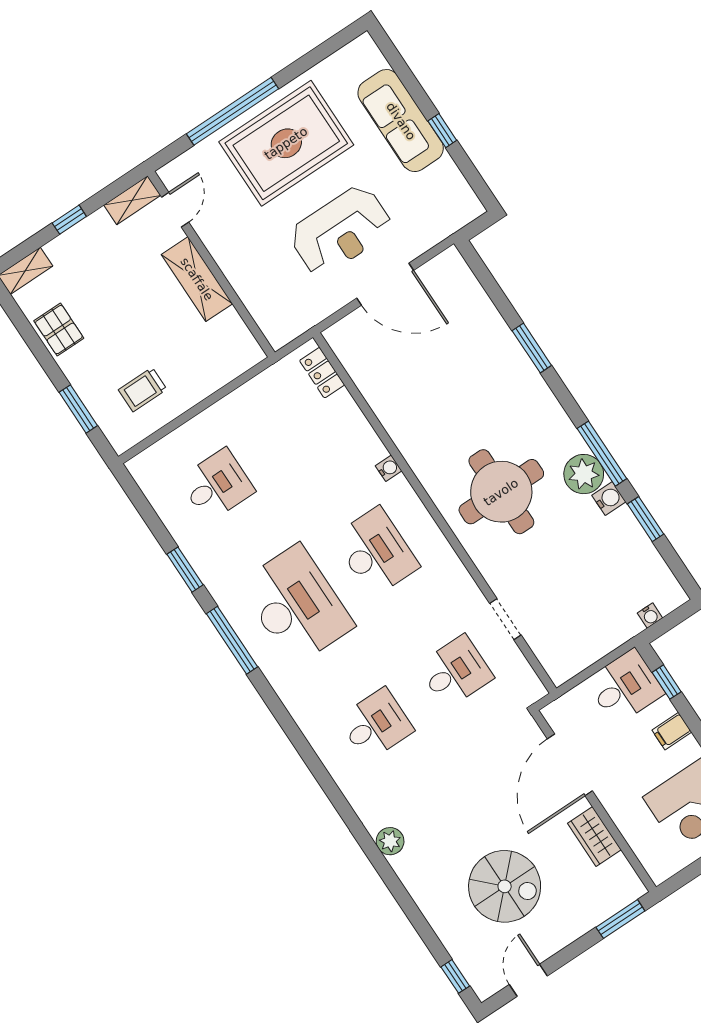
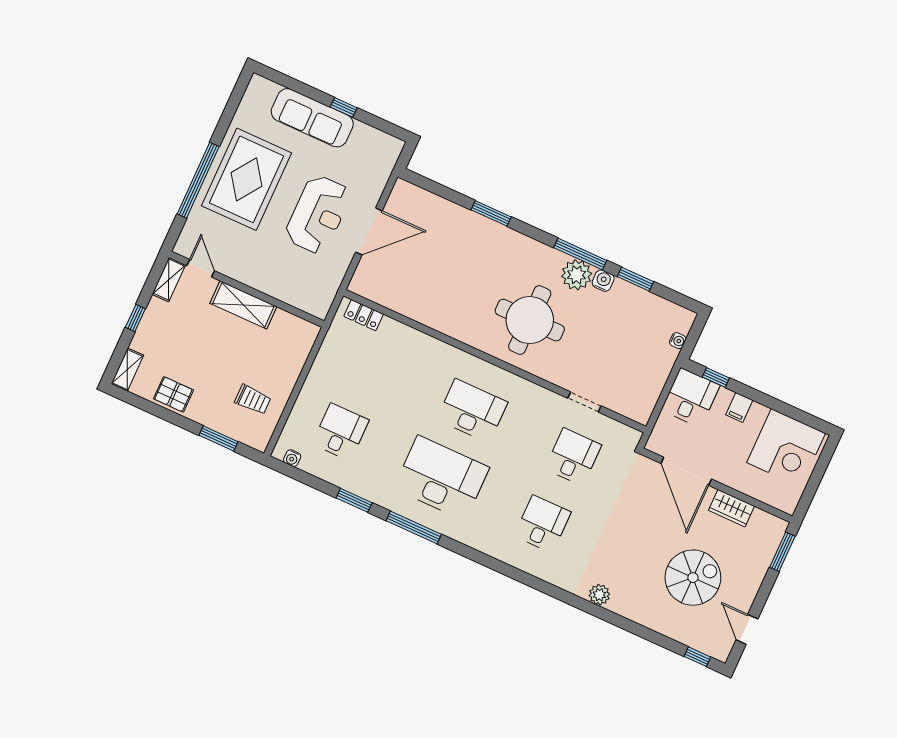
trolley: (143, 390) -> (253, 400), turned -90
water cooler: (389, 468) -> (292, 458), moved, turned 180

